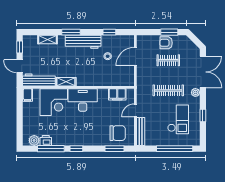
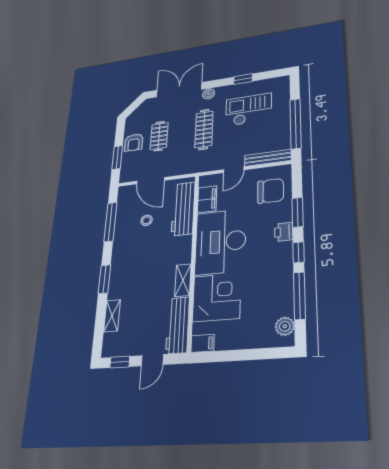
window: (109, 32) -> (110, 222), width x2.17
window: (169, 32) -> (117, 157), moved
workbench: (83, 42) -> (183, 209), moved, turned 180
desk: (83, 100) -> (220, 242), width x1.36, depth x1.30
door: (135, 110) -> (234, 170), hinge flipped
chair: (118, 133) -> (271, 191), turned 90
printer: (46, 141) -> (284, 232), moved
window: (114, 149) -> (298, 212), moved
window: (175, 149) -> (296, 124), moved

